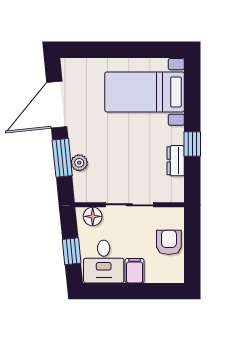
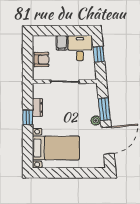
plant: (79, 163) -> (96, 120), moved
floor lamp: (93, 216) -> (86, 75), removed
armchair: (169, 242) -> (41, 59), turned -90

